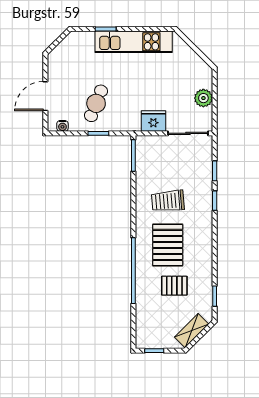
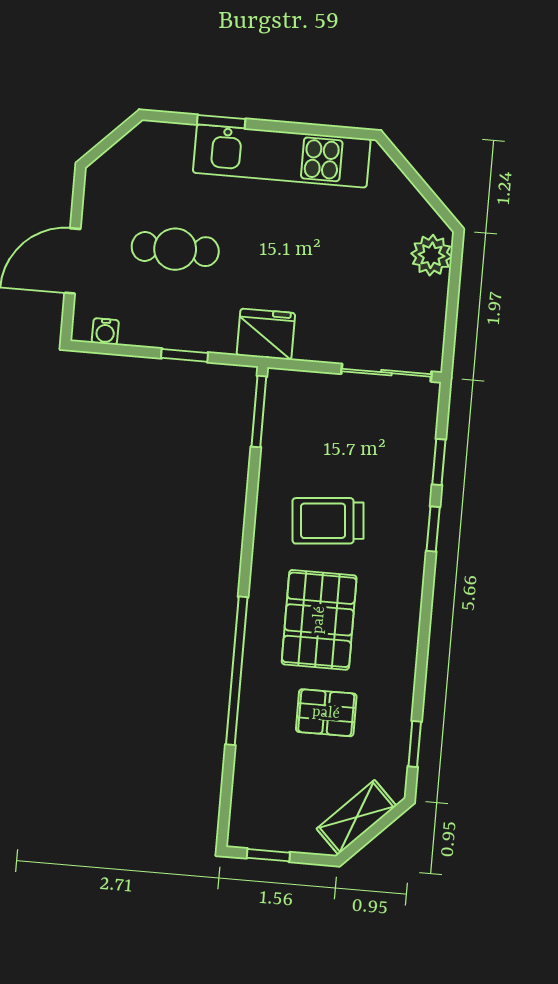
plant: (203, 98) -> (431, 255), moved
cafe table: (96, 103) -> (175, 249), moved, turned 68
fridge: (153, 121) -> (266, 334), moved

